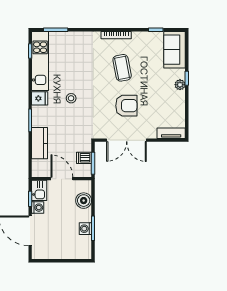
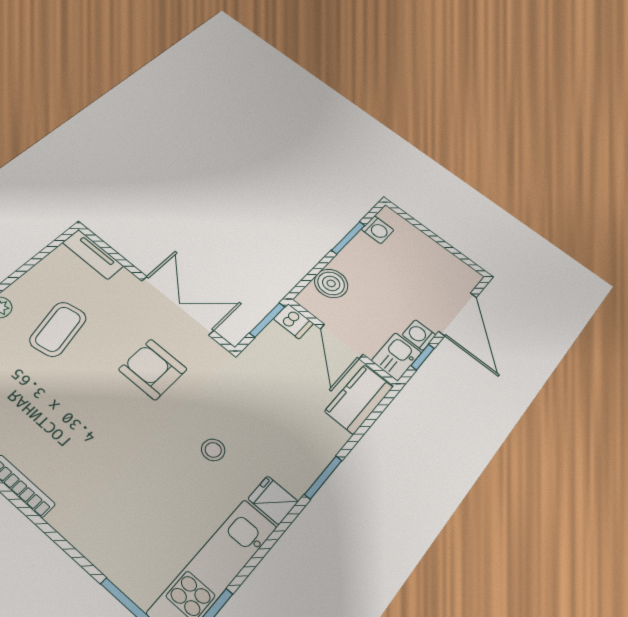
coffee table: (122, 68) -> (58, 329), moved
armchair: (126, 106) -> (153, 369), moved
kitchen counter: (40, 143) -> (359, 399), moved
dishwasher: (84, 158) -> (293, 321), moved
washing machine: (85, 229) -> (378, 230), moved

